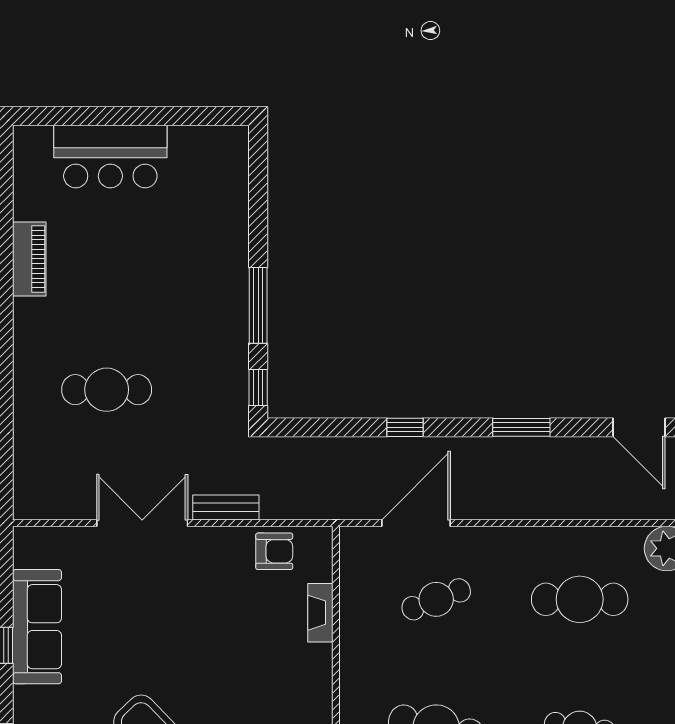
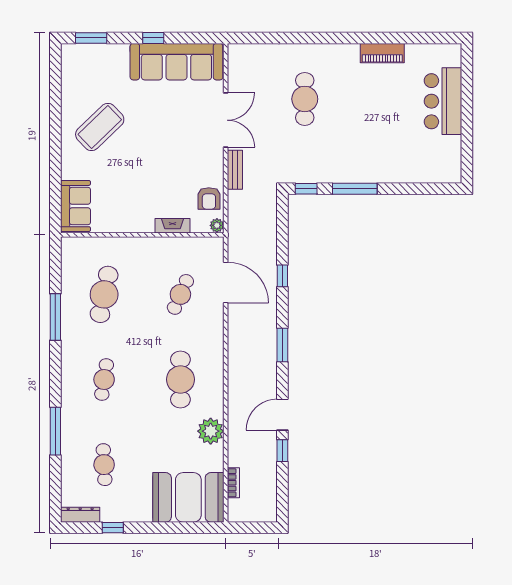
plant: (320, 538) -> (217, 225), added
cafe table: (436, 599) -> (180, 294), turned 45
sofa: (37, 627) -> (176, 62), width x1.36, depth x1.27

